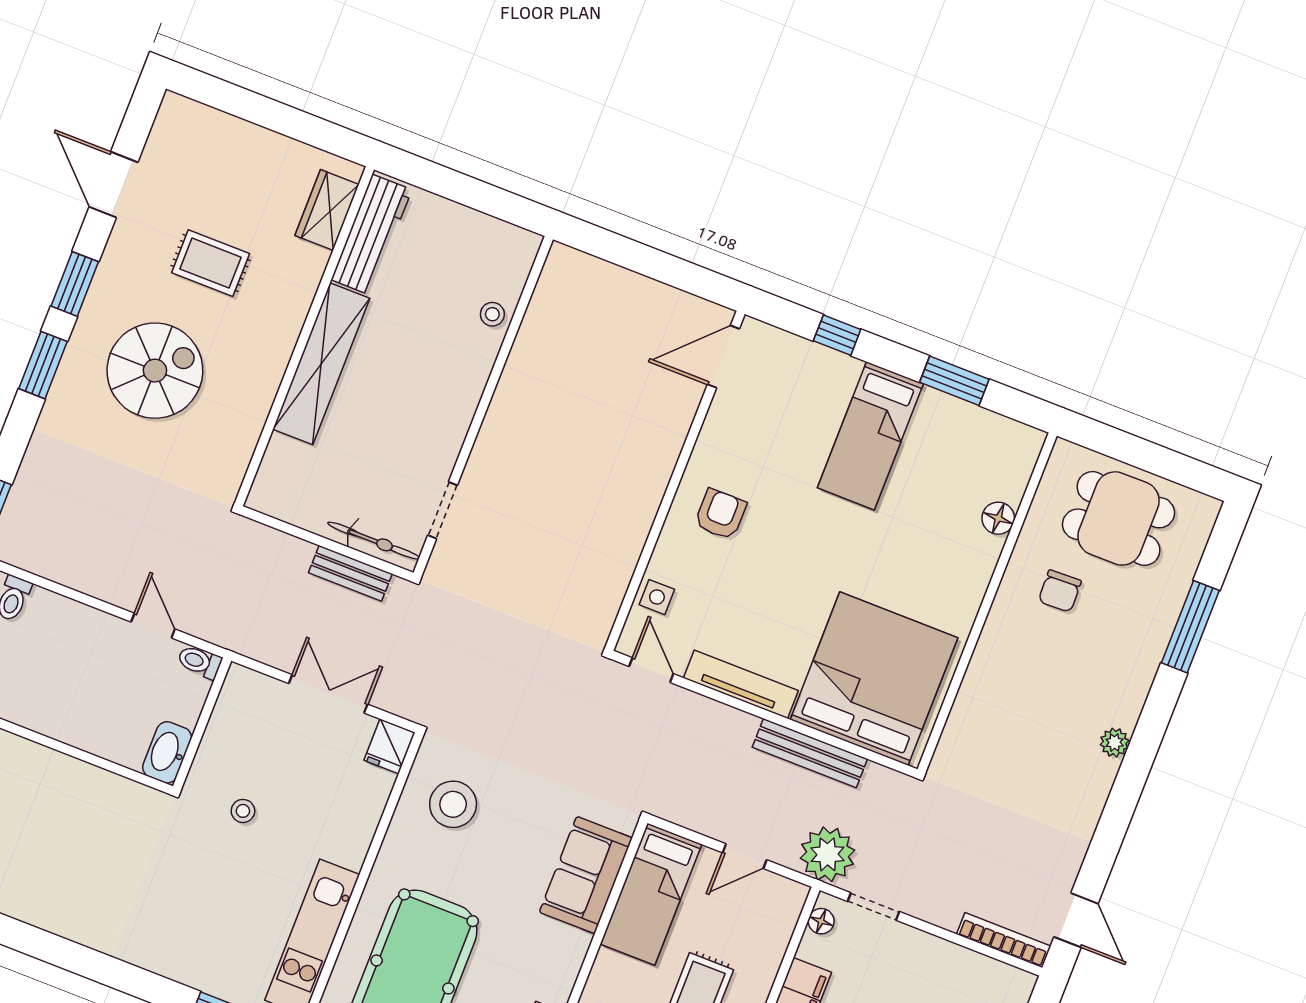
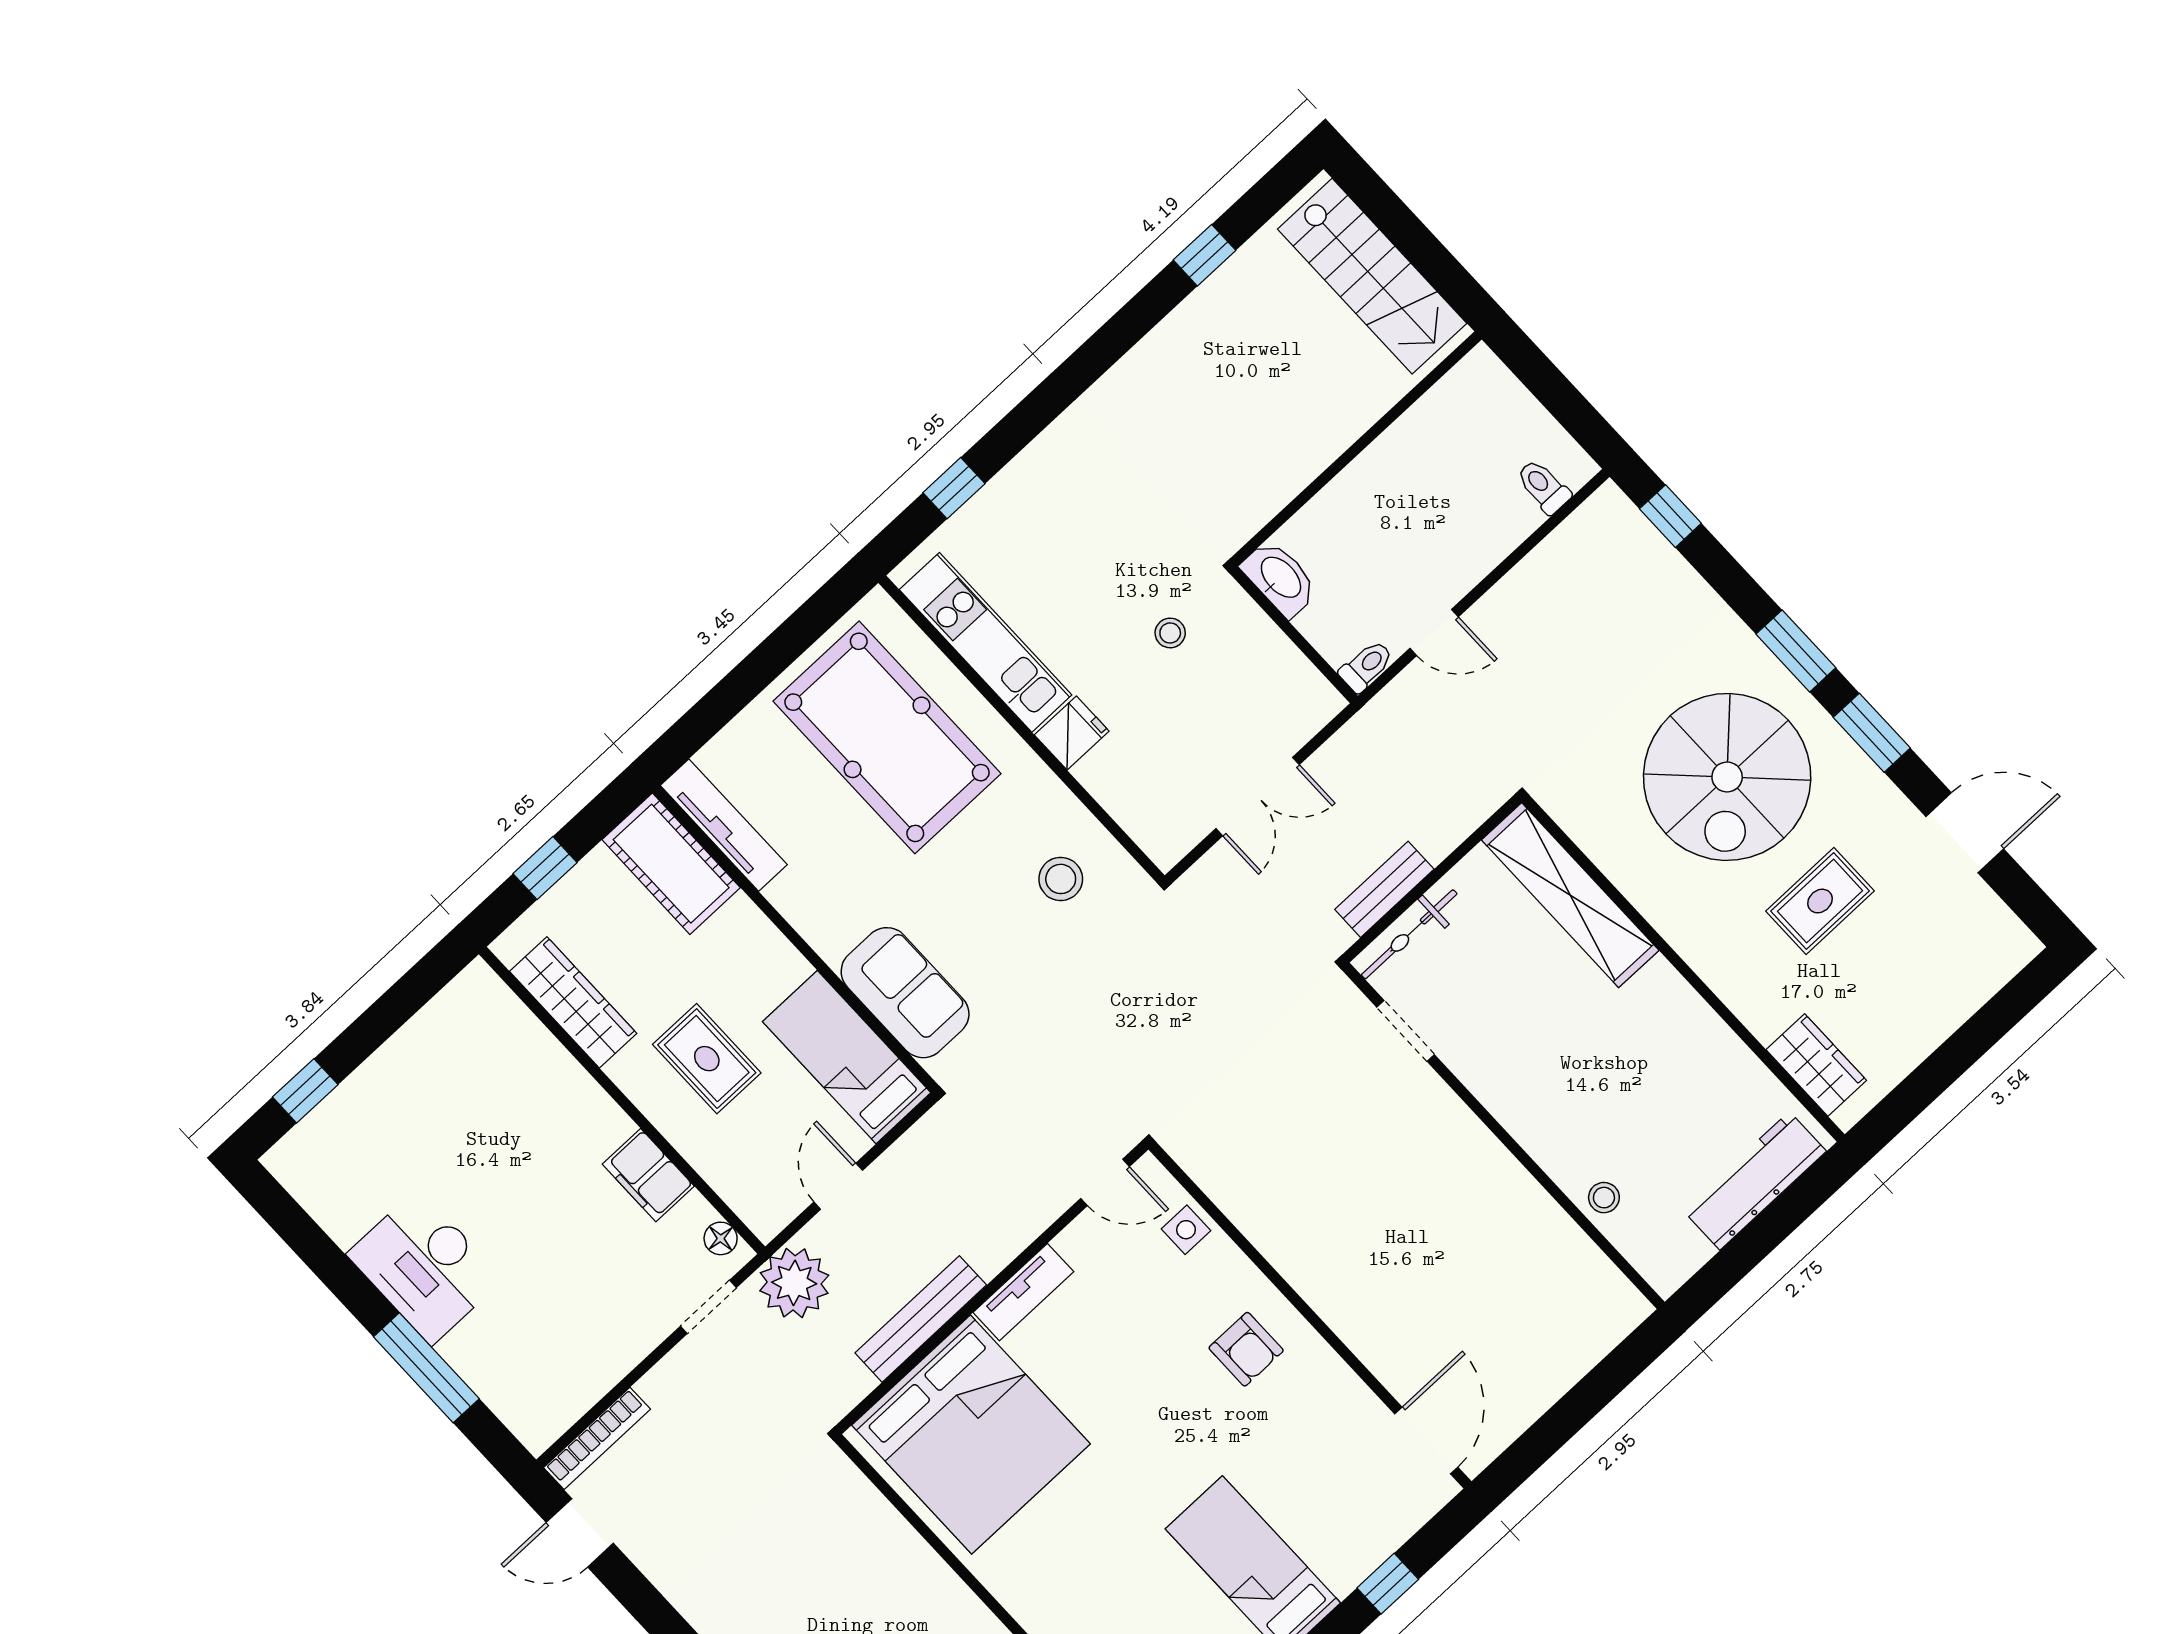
workbench: (371, 235) -> (1755, 1181), moved, turned 90
shelving: (321, 364) -> (1570, 895), moved
spiral stairs: (155, 371) -> (1727, 777), width x1.37, depth x1.37
tv unit: (741, 684) -> (1023, 1292), width x0.71
fridge: (389, 746) -> (1072, 733), moved, turned 90
stool: (453, 804) -> (1061, 879), width x0.73, depth x0.73

